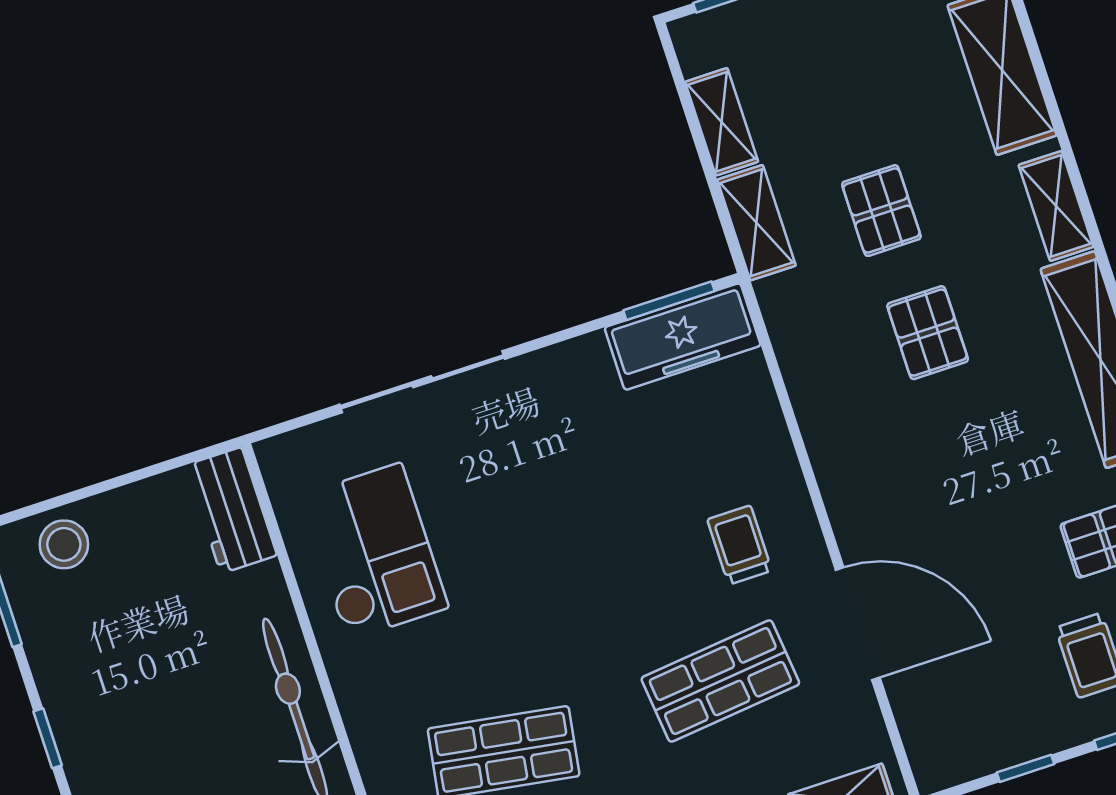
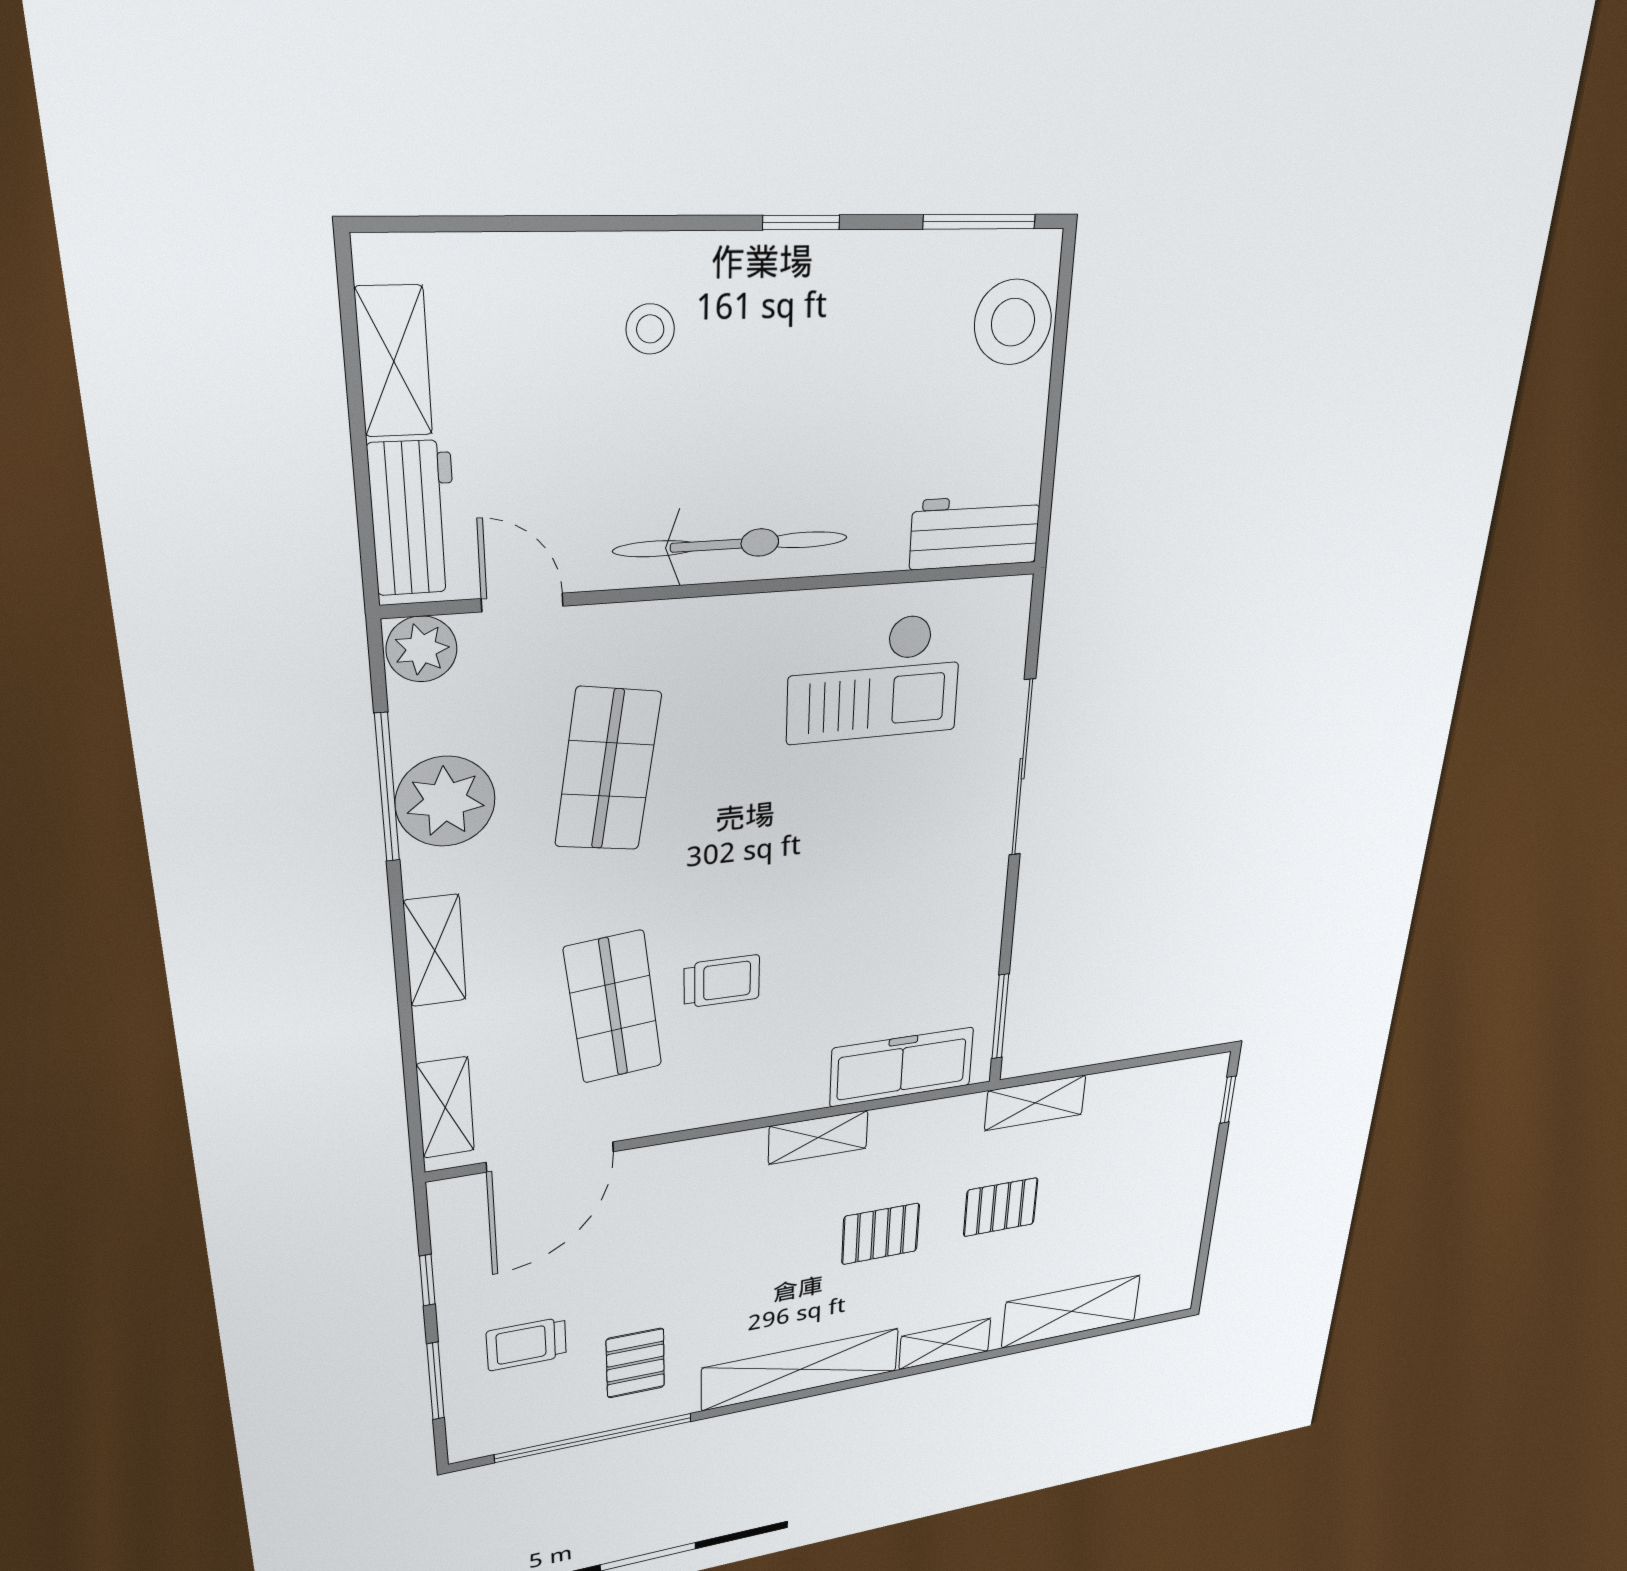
shelving: (722, 122) -> (818, 1137), moved
freezer: (683, 337) -> (902, 1067), moved, turned 90
stool: (64, 544) -> (1013, 322), width x1.38, depth x1.38
trolley: (740, 545) -> (722, 981), moved
door: (858, 624) -> (550, 1157), moved

